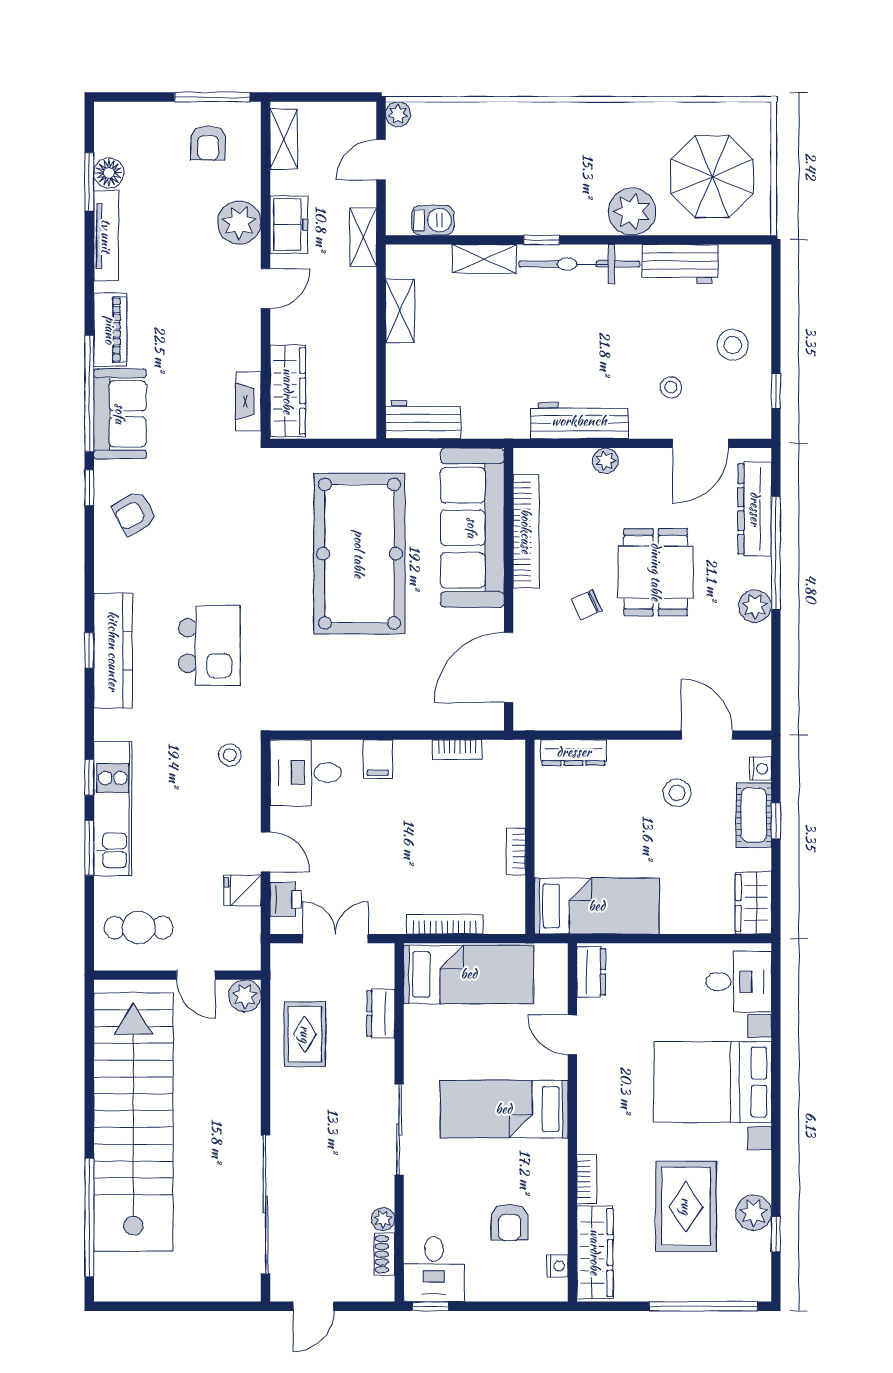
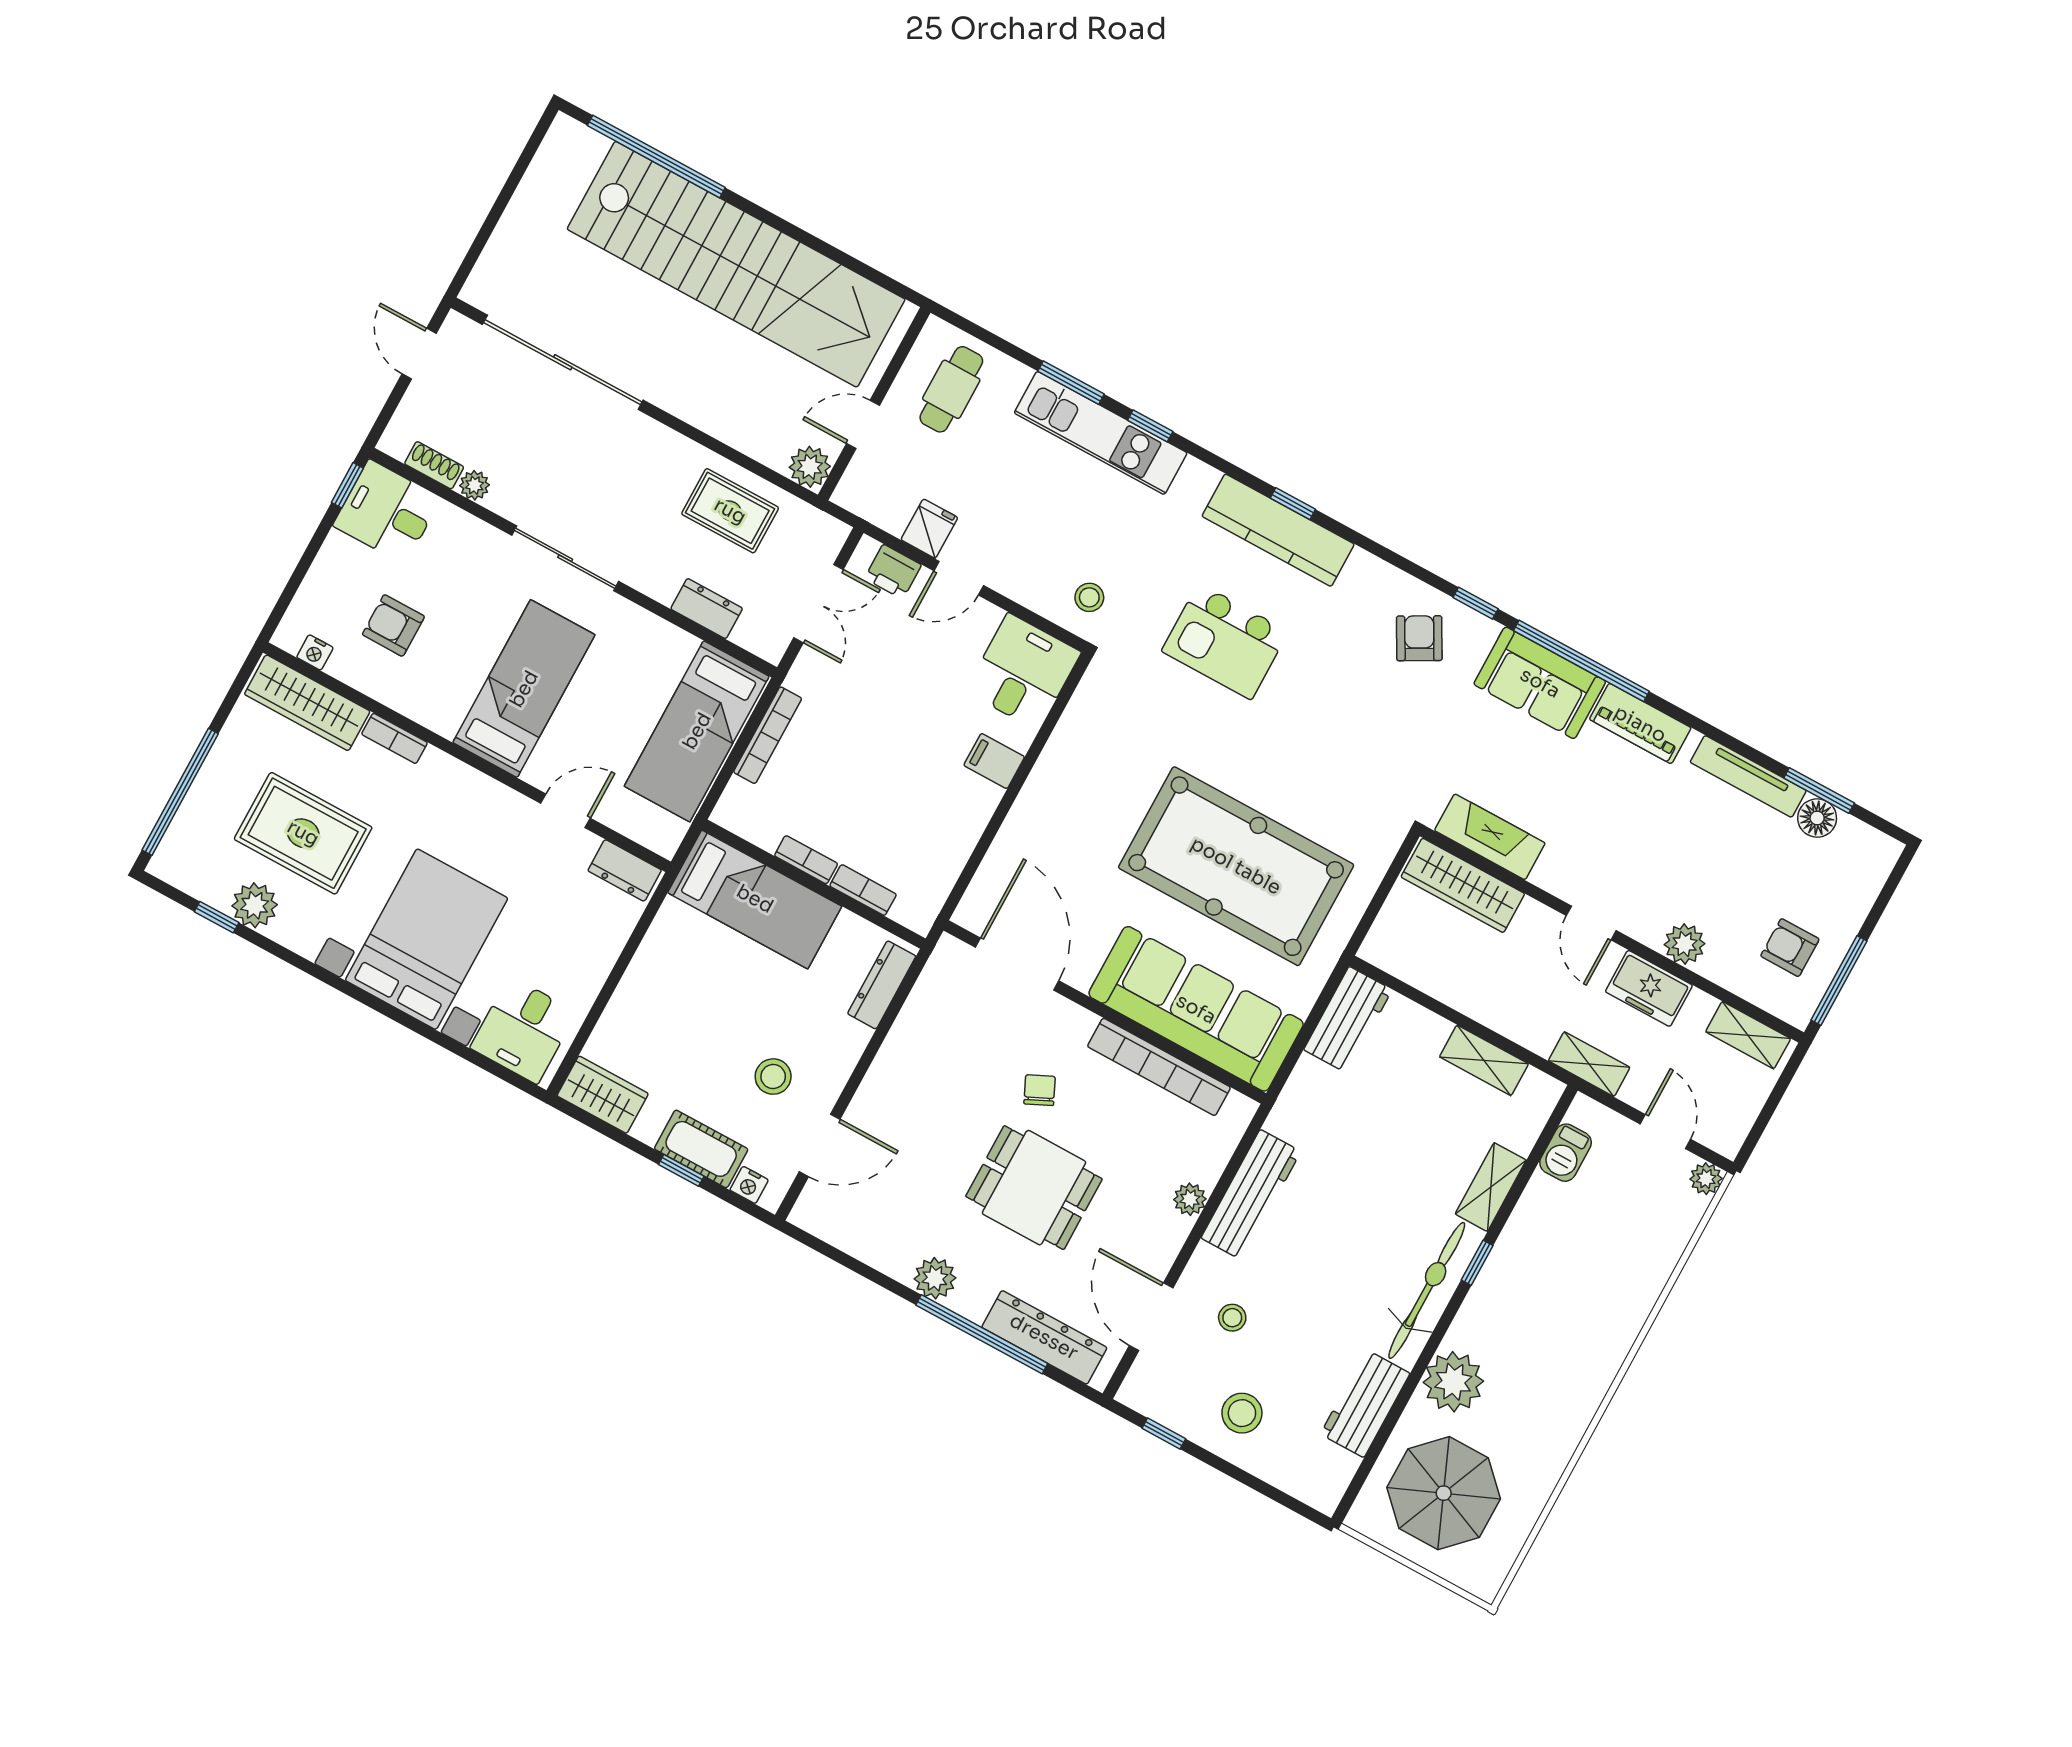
plant: (239, 222) -> (1685, 944), width x0.73, depth x0.73
fireplace: (248, 401) -> (1490, 837), width x1.37, depth x1.32
bookcase: (457, 749) -> (863, 890), moved, turned 90
bed: (597, 906) -> (755, 899), moved, turned -90

